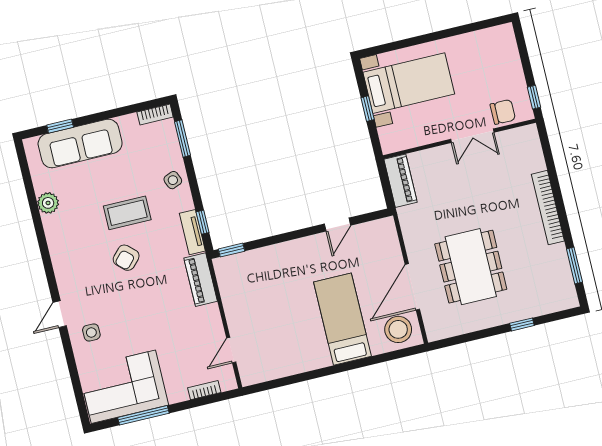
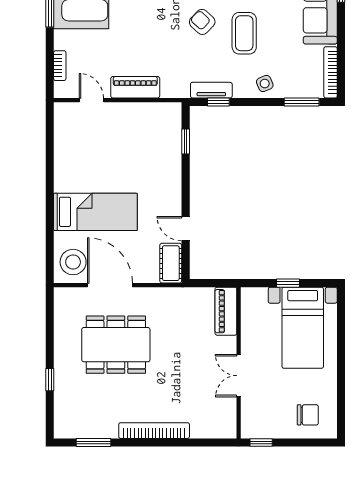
chair: (503, 112) -> (308, 415), moved, turned -90
bookcase: (155, 115) -> (331, 72), width x1.56
piano: (401, 181) -> (226, 311), moved, turned 90
cot: (376, 231) -> (171, 263), added
window: (232, 250) -> (186, 141), moved
piano: (201, 280) -> (135, 87), moved

